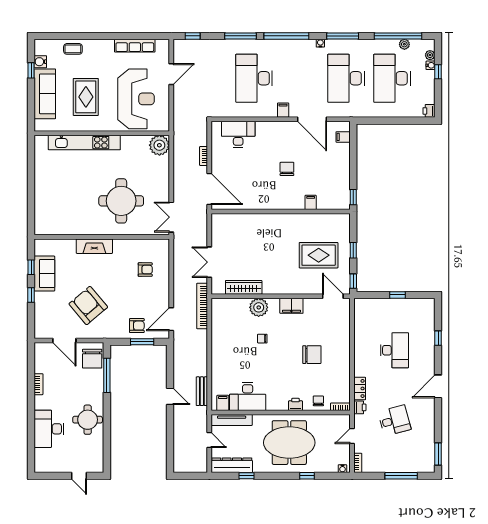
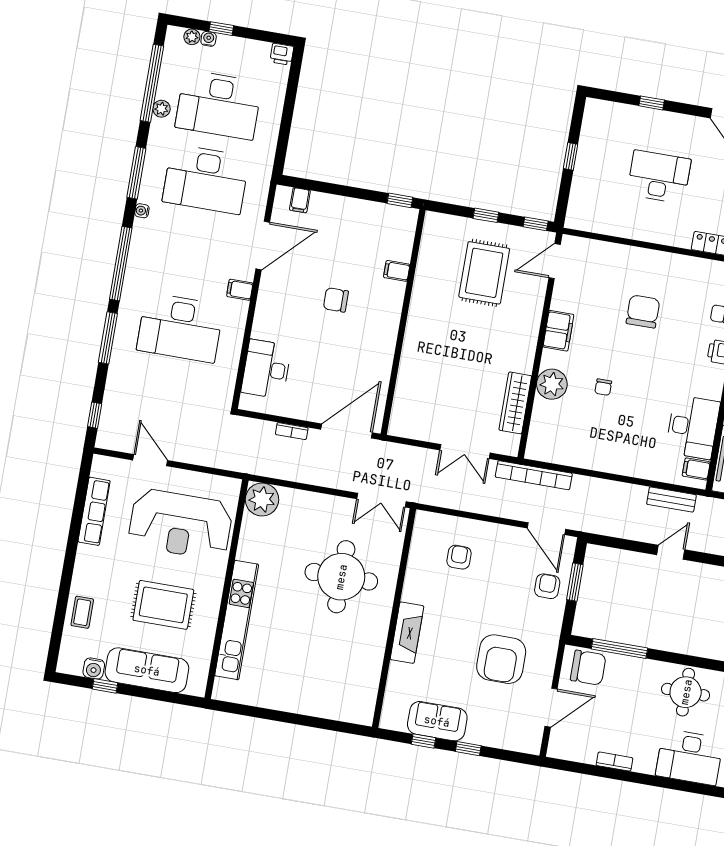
plant: (404, 44) -> (161, 109), moved
reception desk: (136, 99) -> (181, 524), turned 180
armchair: (88, 305) -> (501, 659), turned -50

